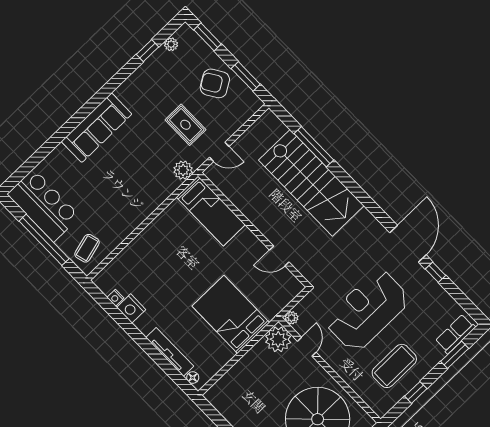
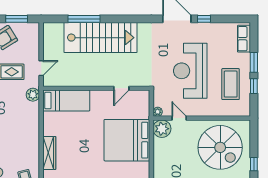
wardrobe: (139, 246) -> (49, 153), added
bed: (231, 314) -> (127, 140), width x1.36
window: (455, 355) -> (254, 62), moved

